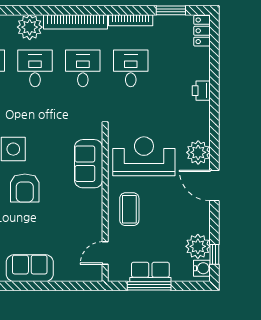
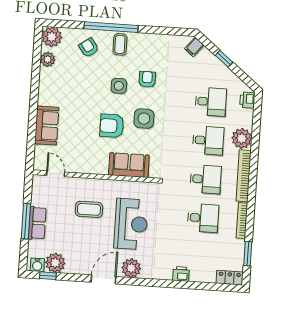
sofa: (89, 164) -> (129, 165), moved
wall: (105, 204) -> (95, 176), moved
door: (105, 253) -> (56, 174), moved

